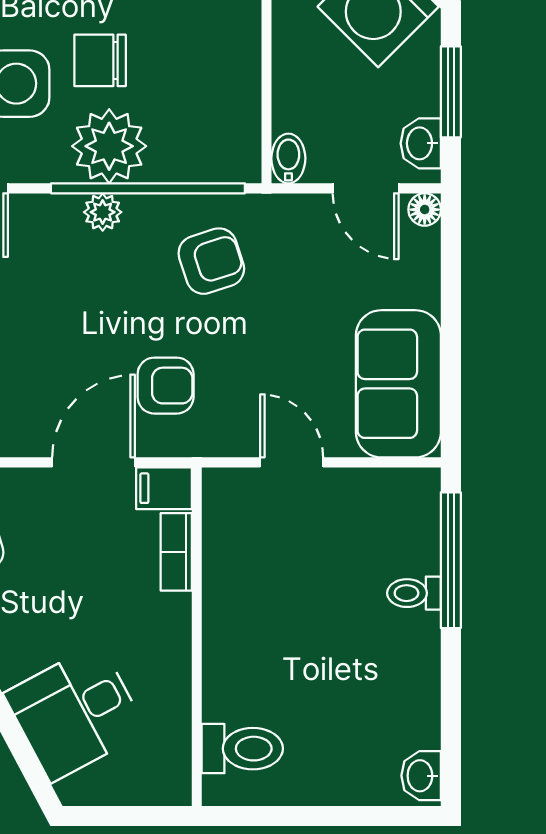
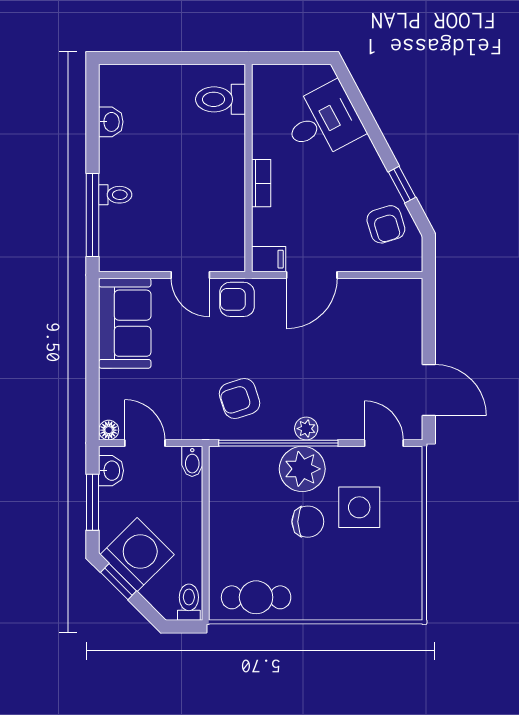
armchair: (166, 386) -> (237, 299), moved
bookcase: (176, 552) -> (261, 183), moved
washbasin: (421, 776) -> (111, 122), moved

